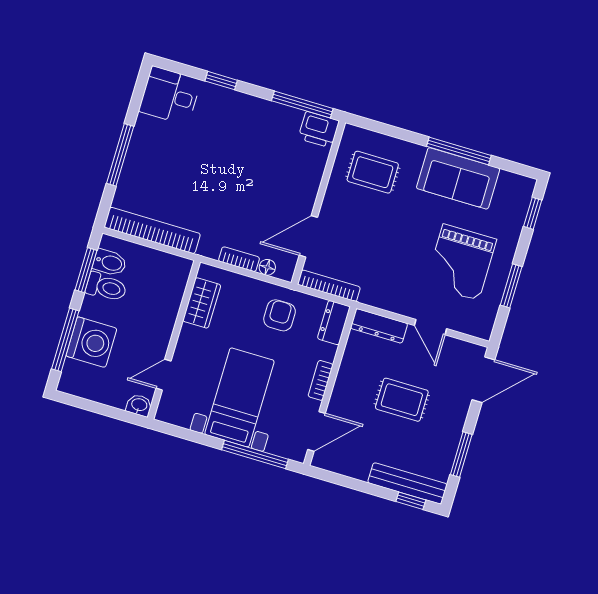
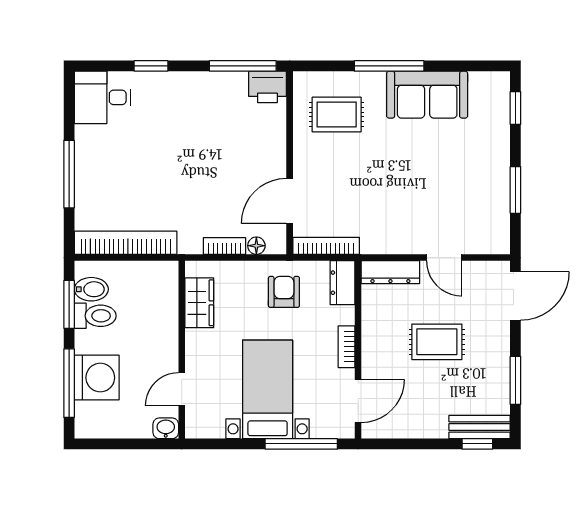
window: (459, 151) -> (389, 66), moved
grand piano: (461, 262) -> (456, 181), removed
bench: (407, 483) -> (480, 427), width x0.73

